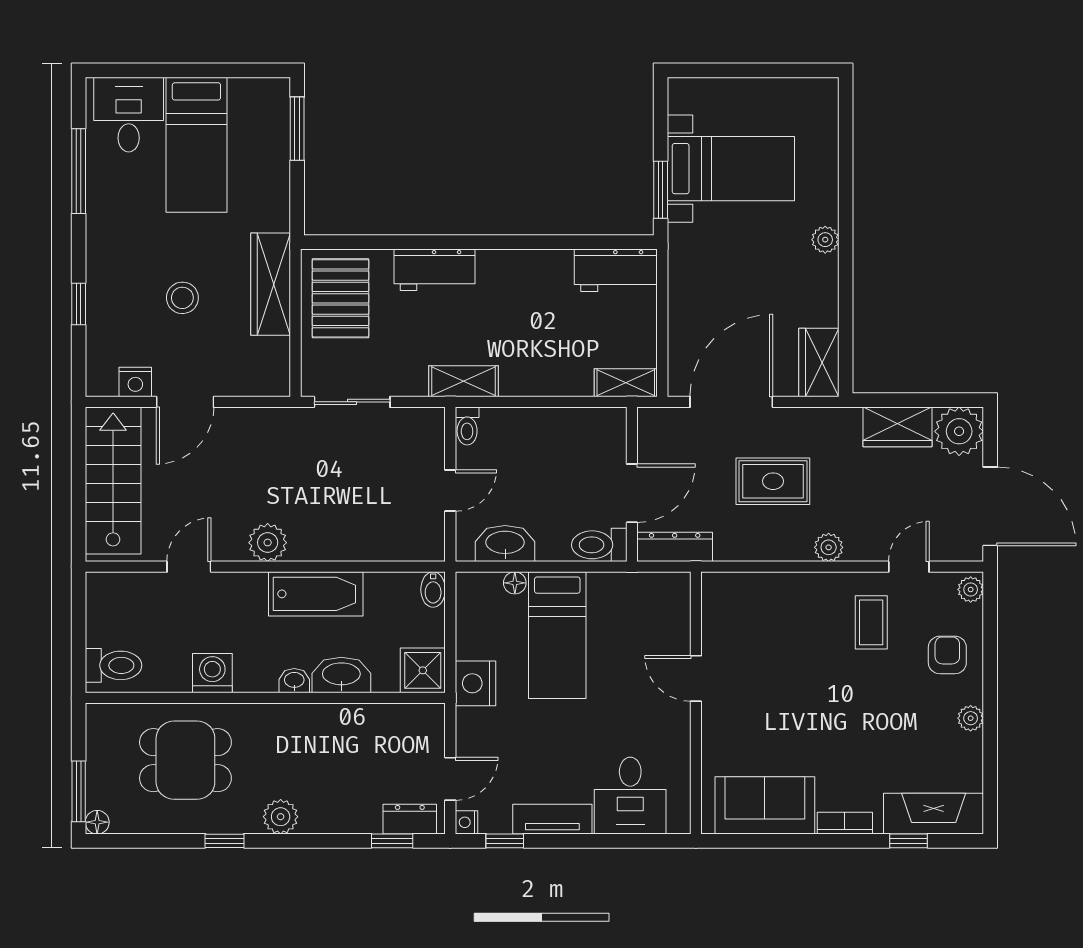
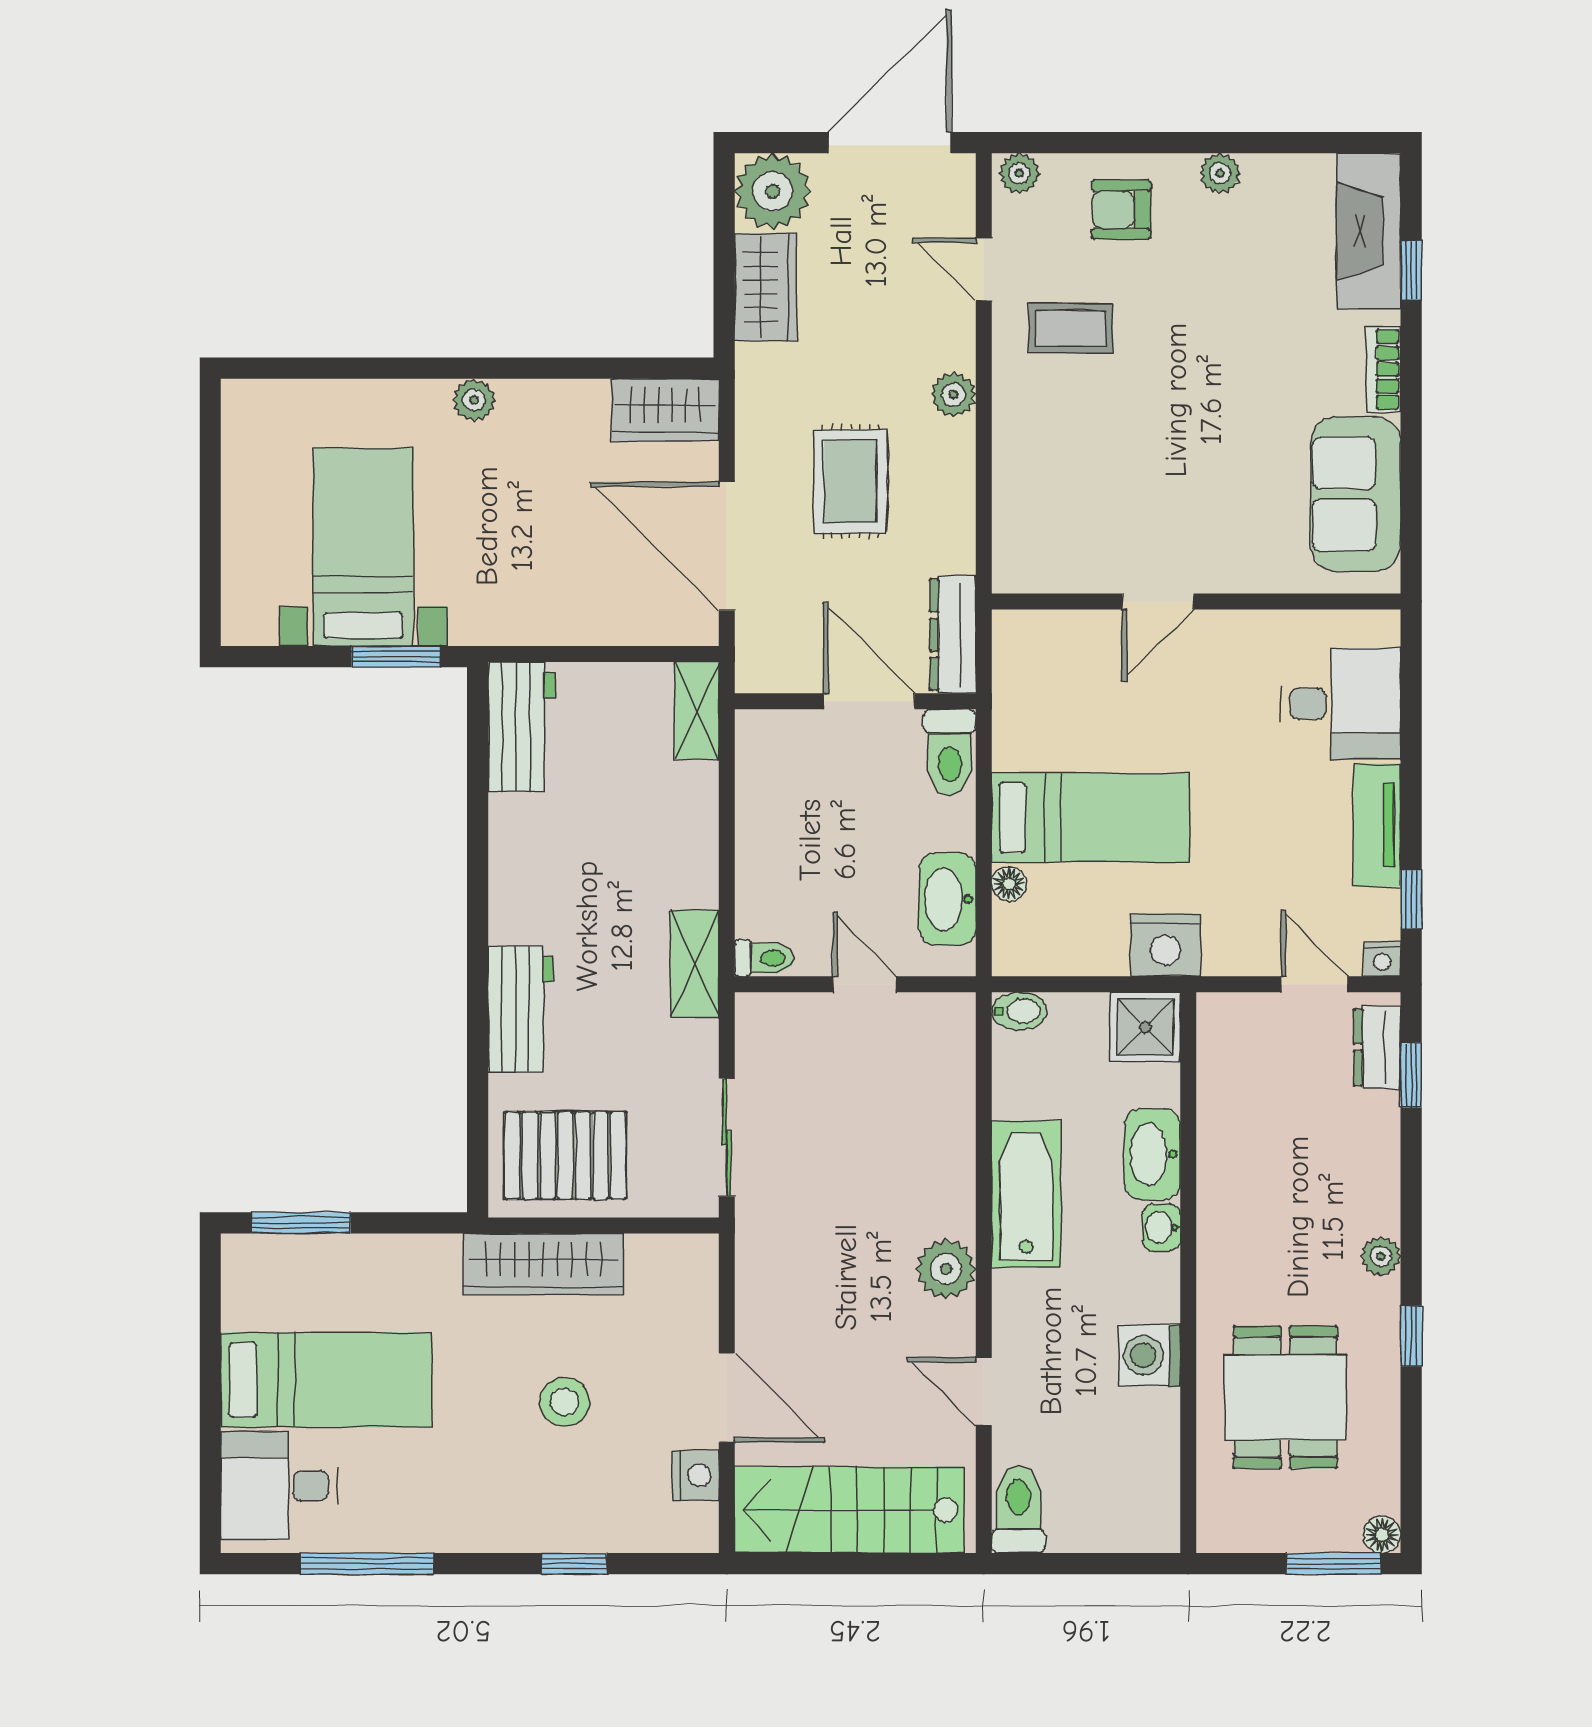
toilet: (113, 665) -> (1018, 1509), moved
plant: (281, 817) -> (1381, 1256), width x0.73, depth x0.73

